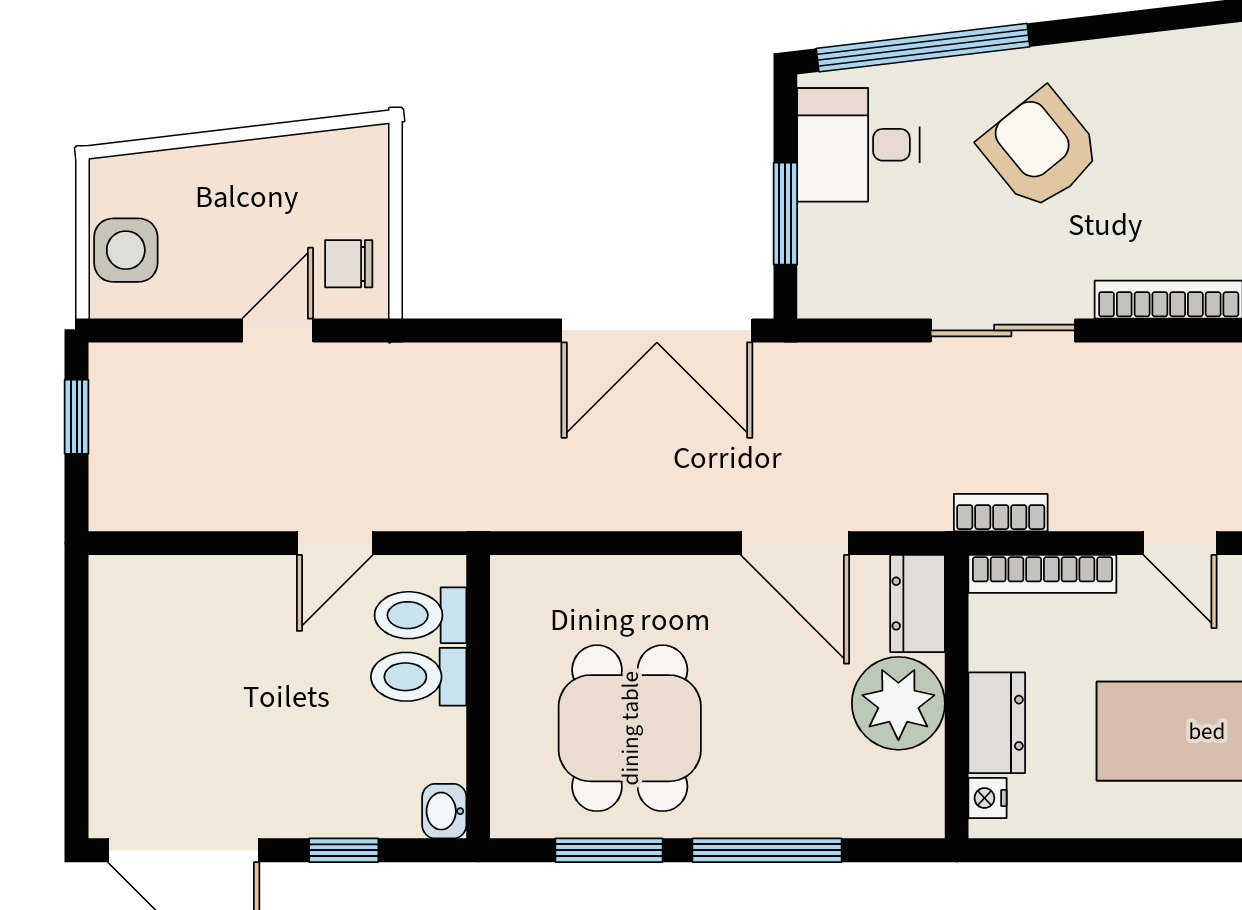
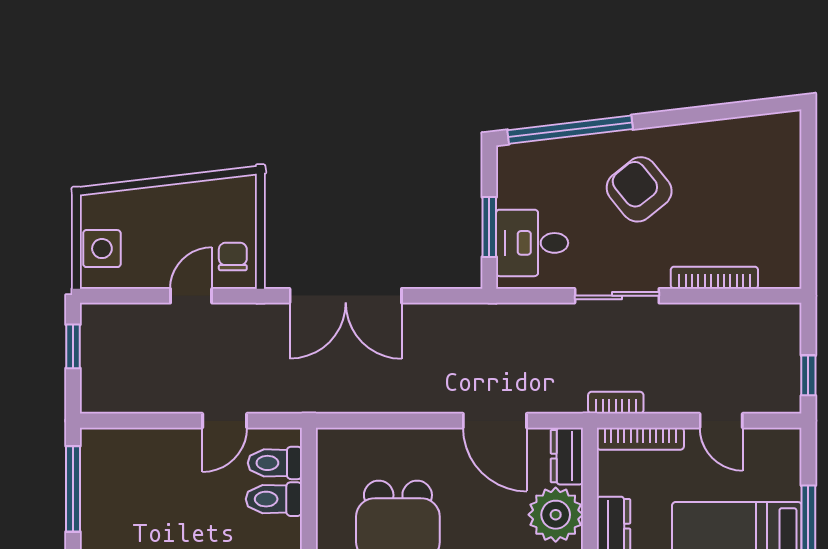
desk: (858, 145) -> (532, 243), moved
chair: (349, 264) -> (233, 256), turned 90
double door: (657, 330) -> (346, 296), moved
window: (77, 659) -> (73, 489), added

